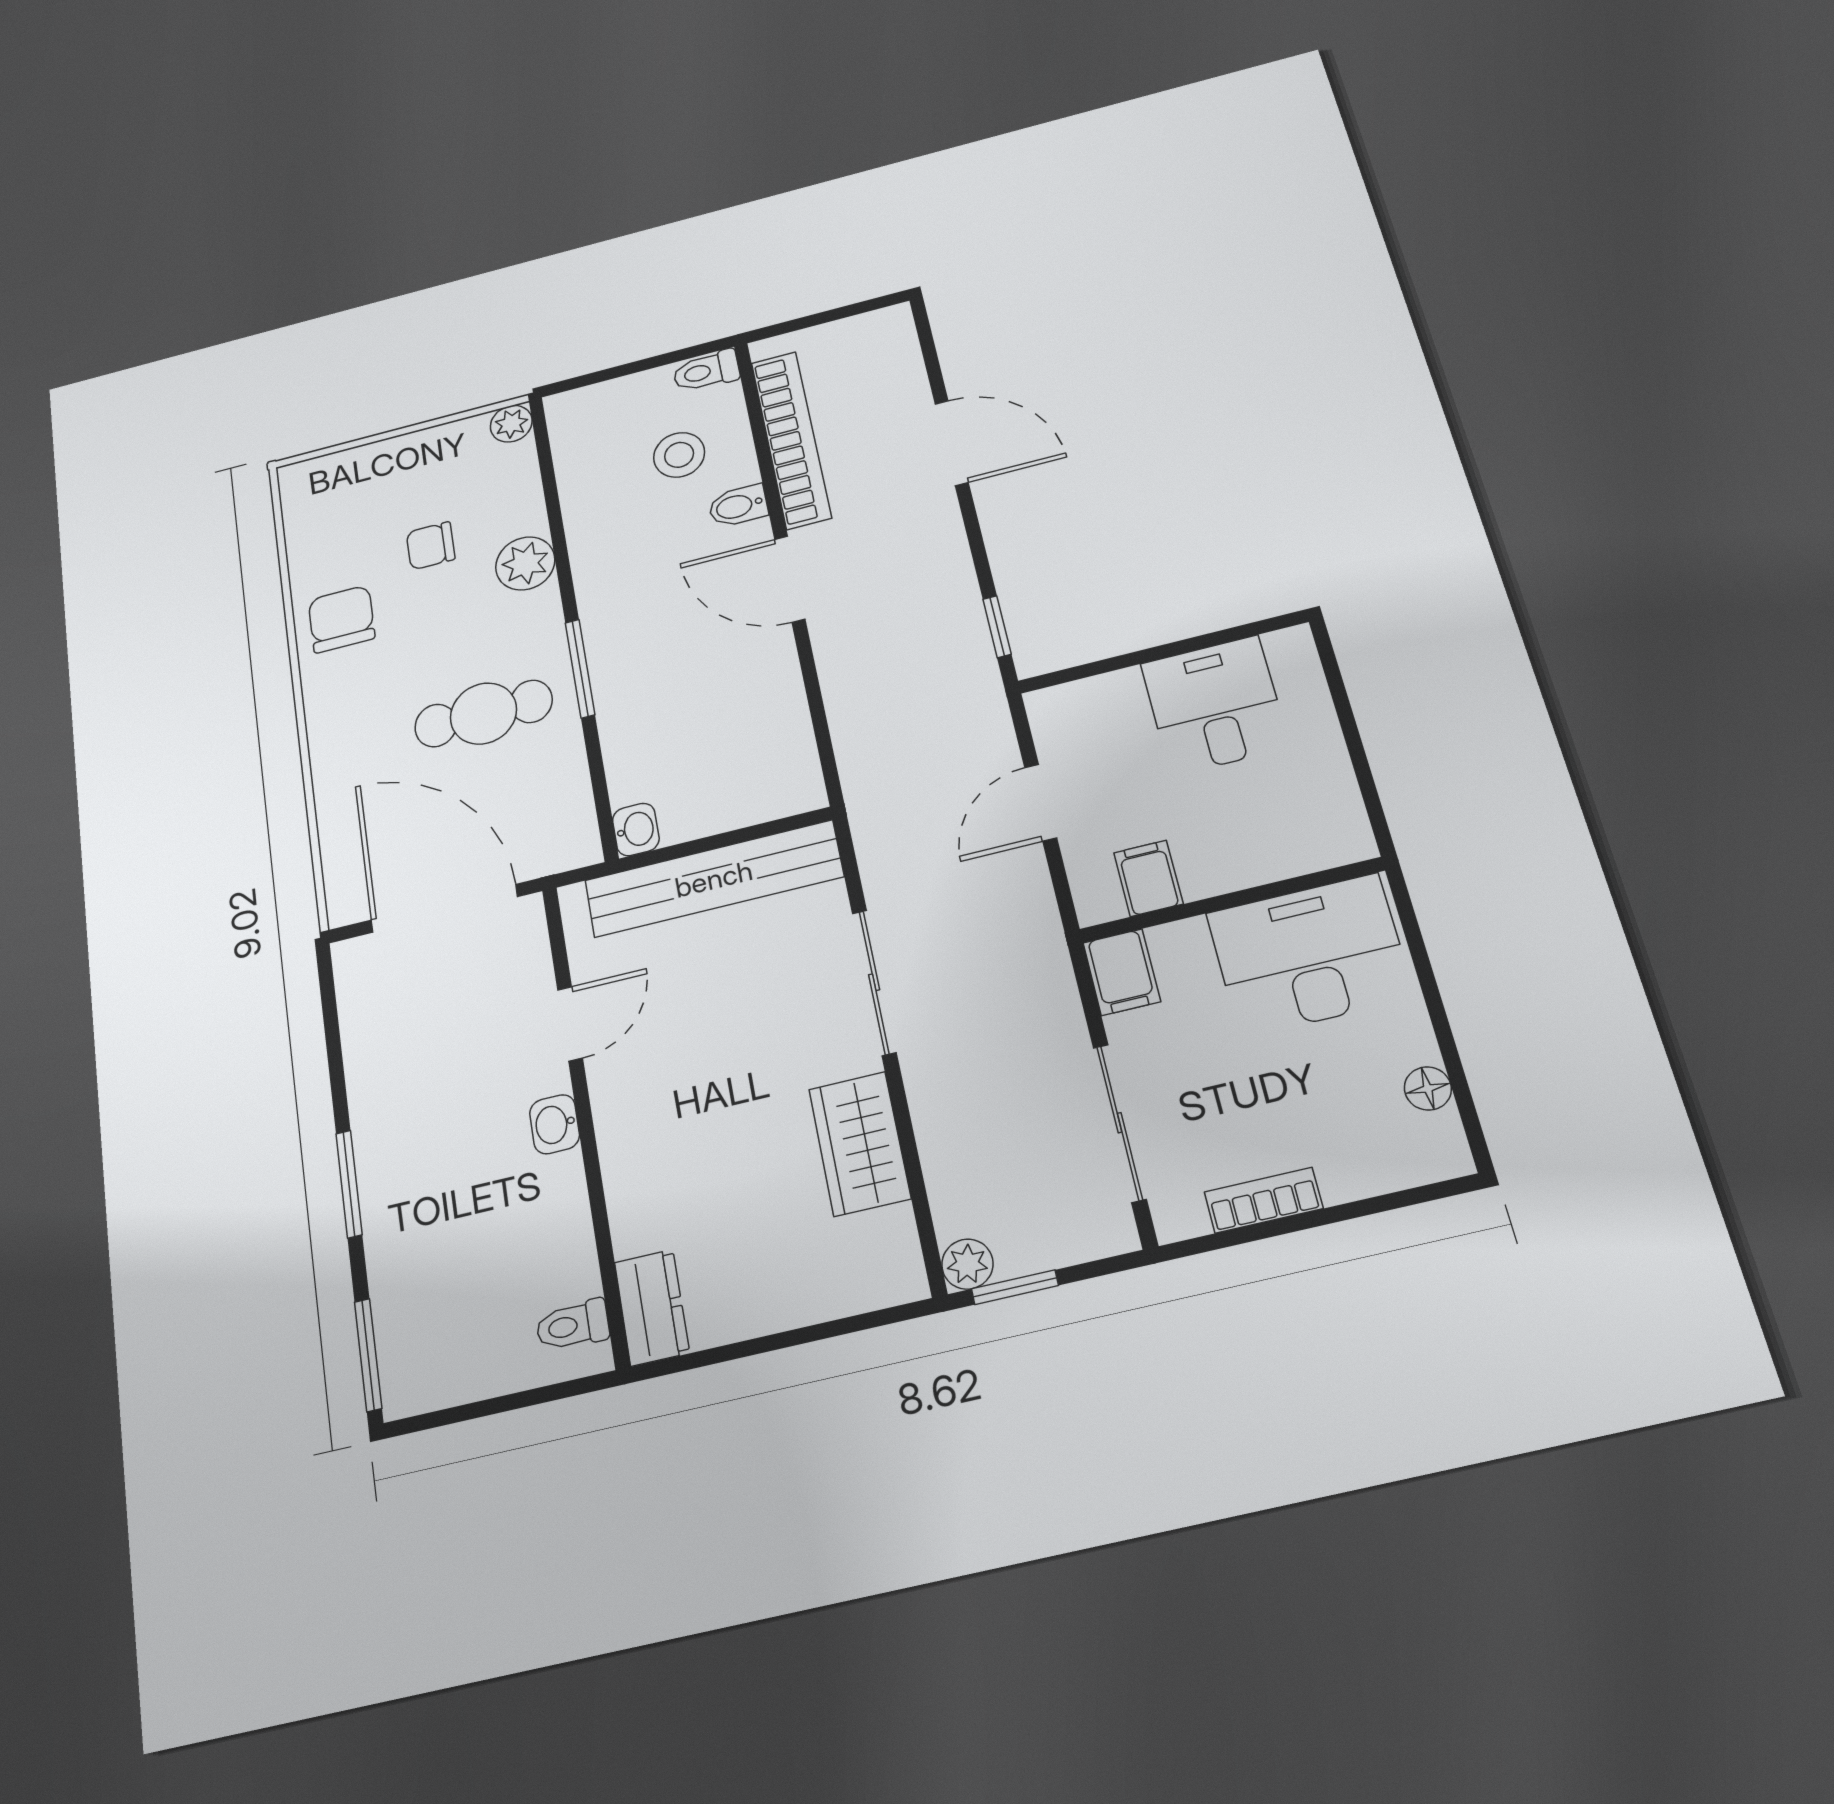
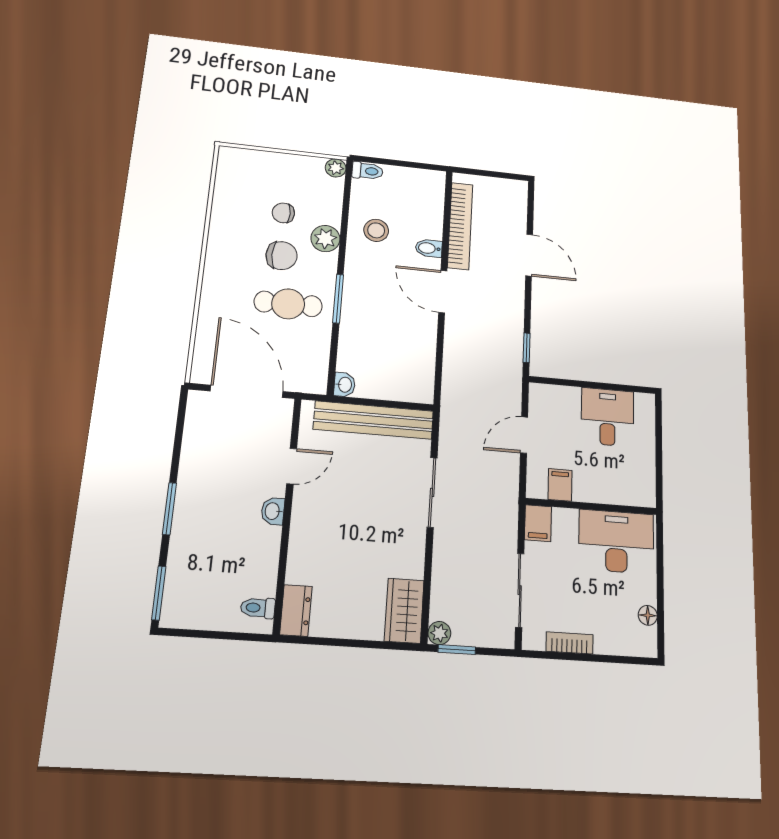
toilet: (706, 371) -> (367, 171), moved, turned 180
stool: (679, 455) -> (376, 230), moved
chair: (342, 619) -> (282, 256), moved, turned 90
wardrobe: (860, 1144) -> (404, 611), moved

